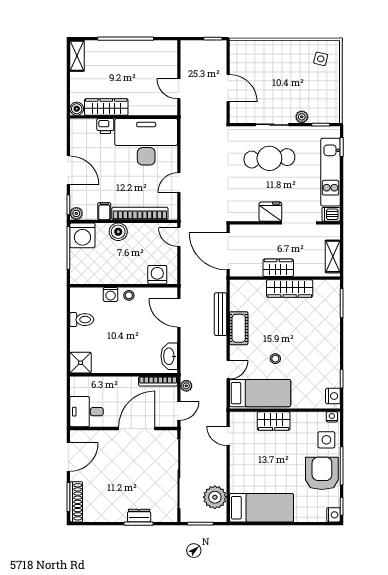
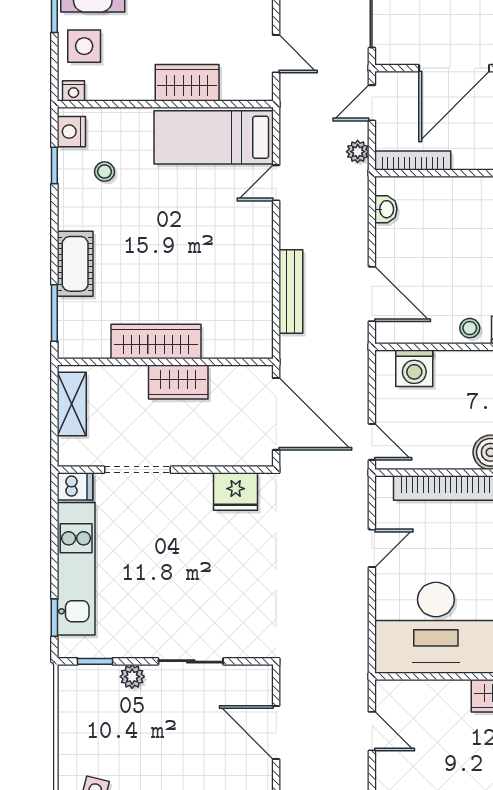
cafe table: (269, 158) -> (195, 596), removed
fridge: (270, 212) -> (236, 492), moved
cot: (239, 328) -> (75, 264), moved
washbasin: (169, 356) -> (386, 209), width x0.52, depth x0.69
stool: (275, 359) -> (105, 172), moved

